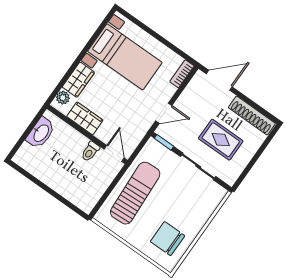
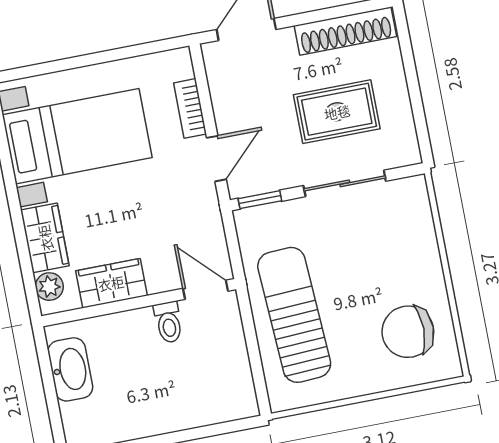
bookcase: (182, 74) -> (190, 108), moved

